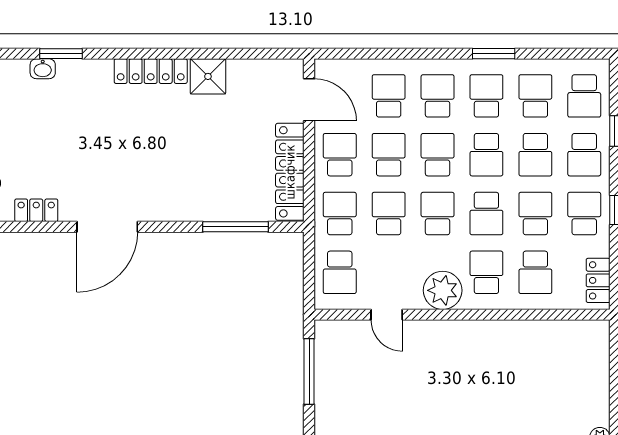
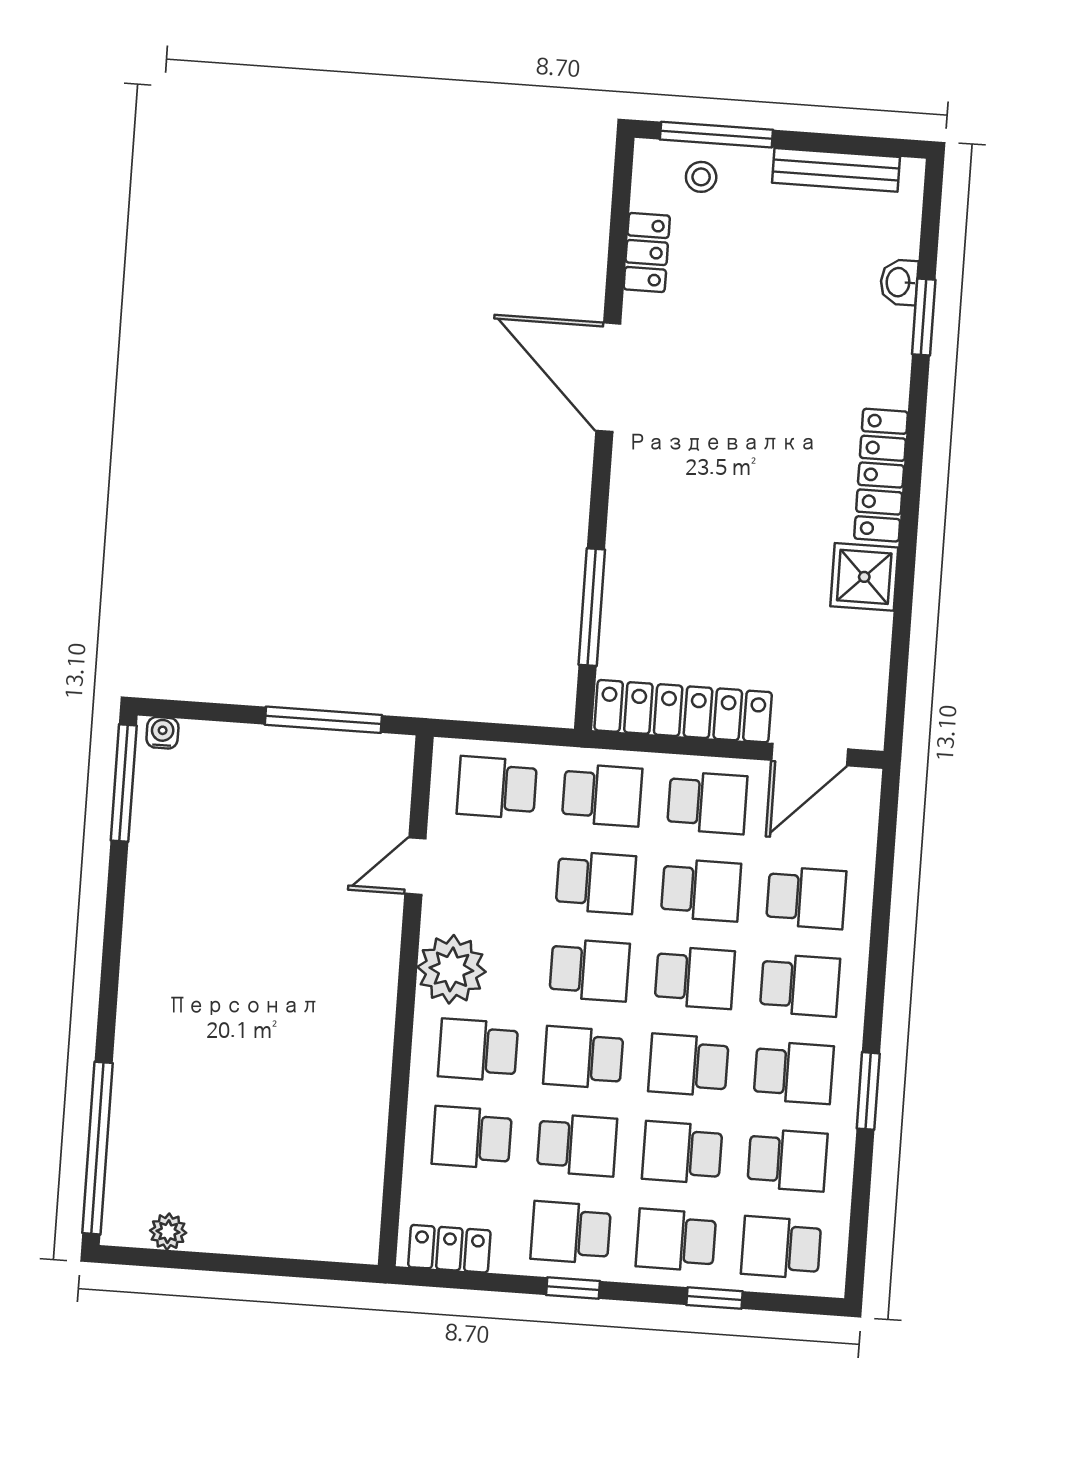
school desk: (584, 214) -> (571, 1232), turned 180
school desk: (486, 272) -> (478, 1050), turned 180

